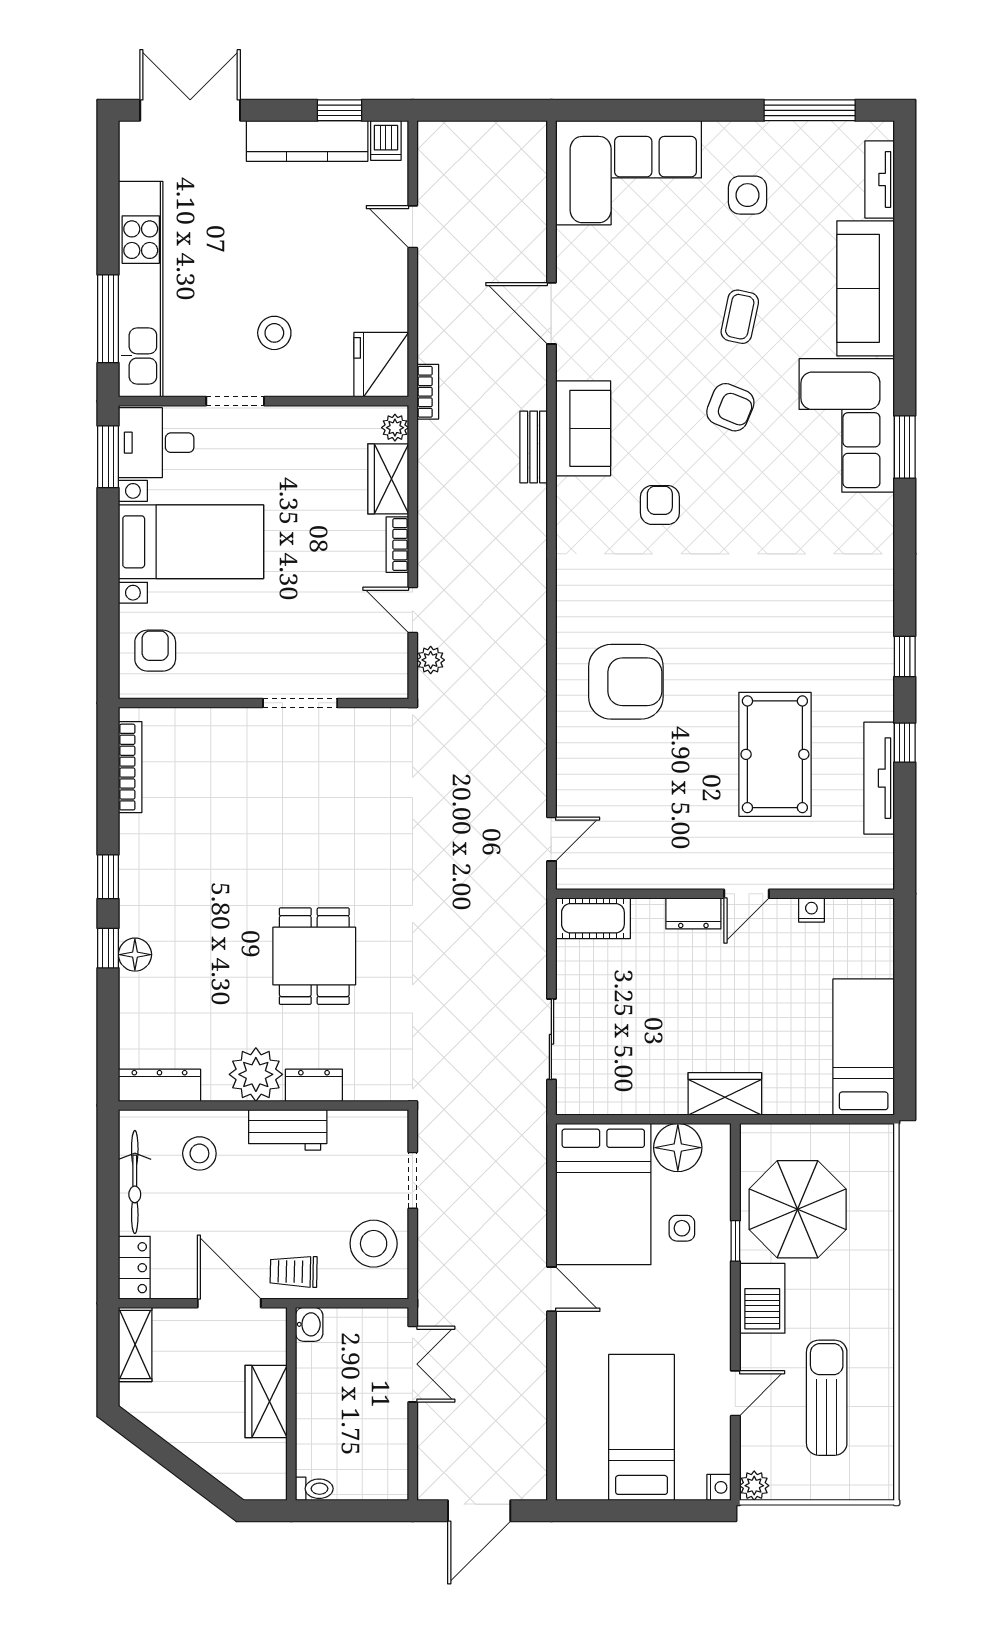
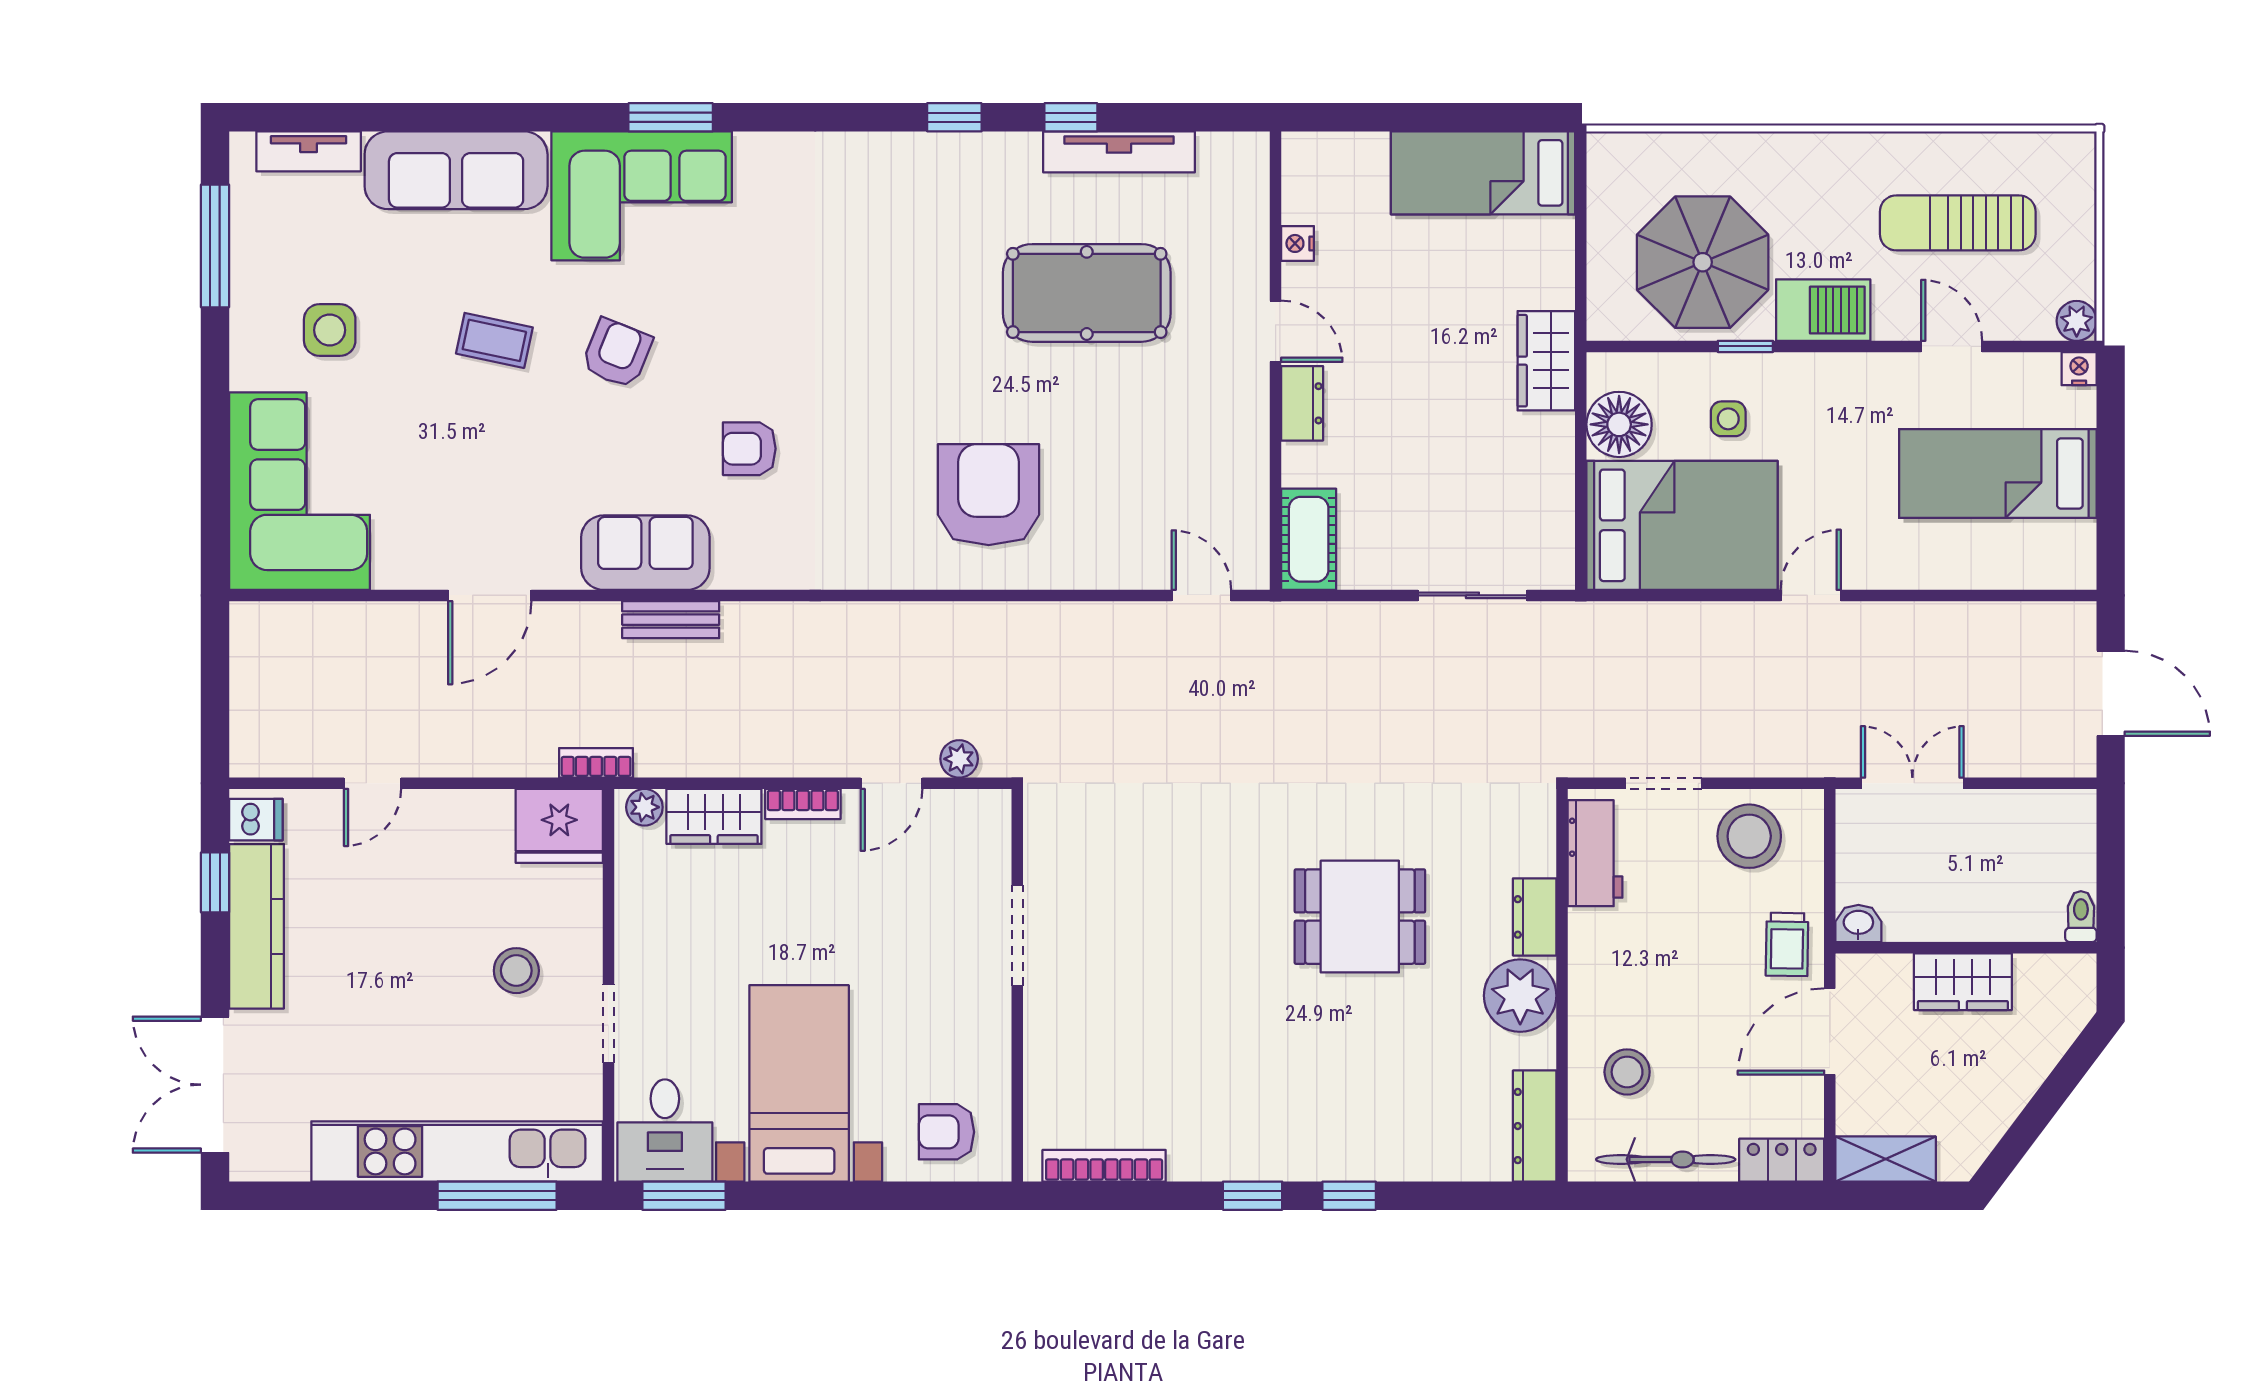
floor lamp: (135, 955) -> (1358, 1159), removed
workbench: (288, 1130) -> (1595, 853), moved

